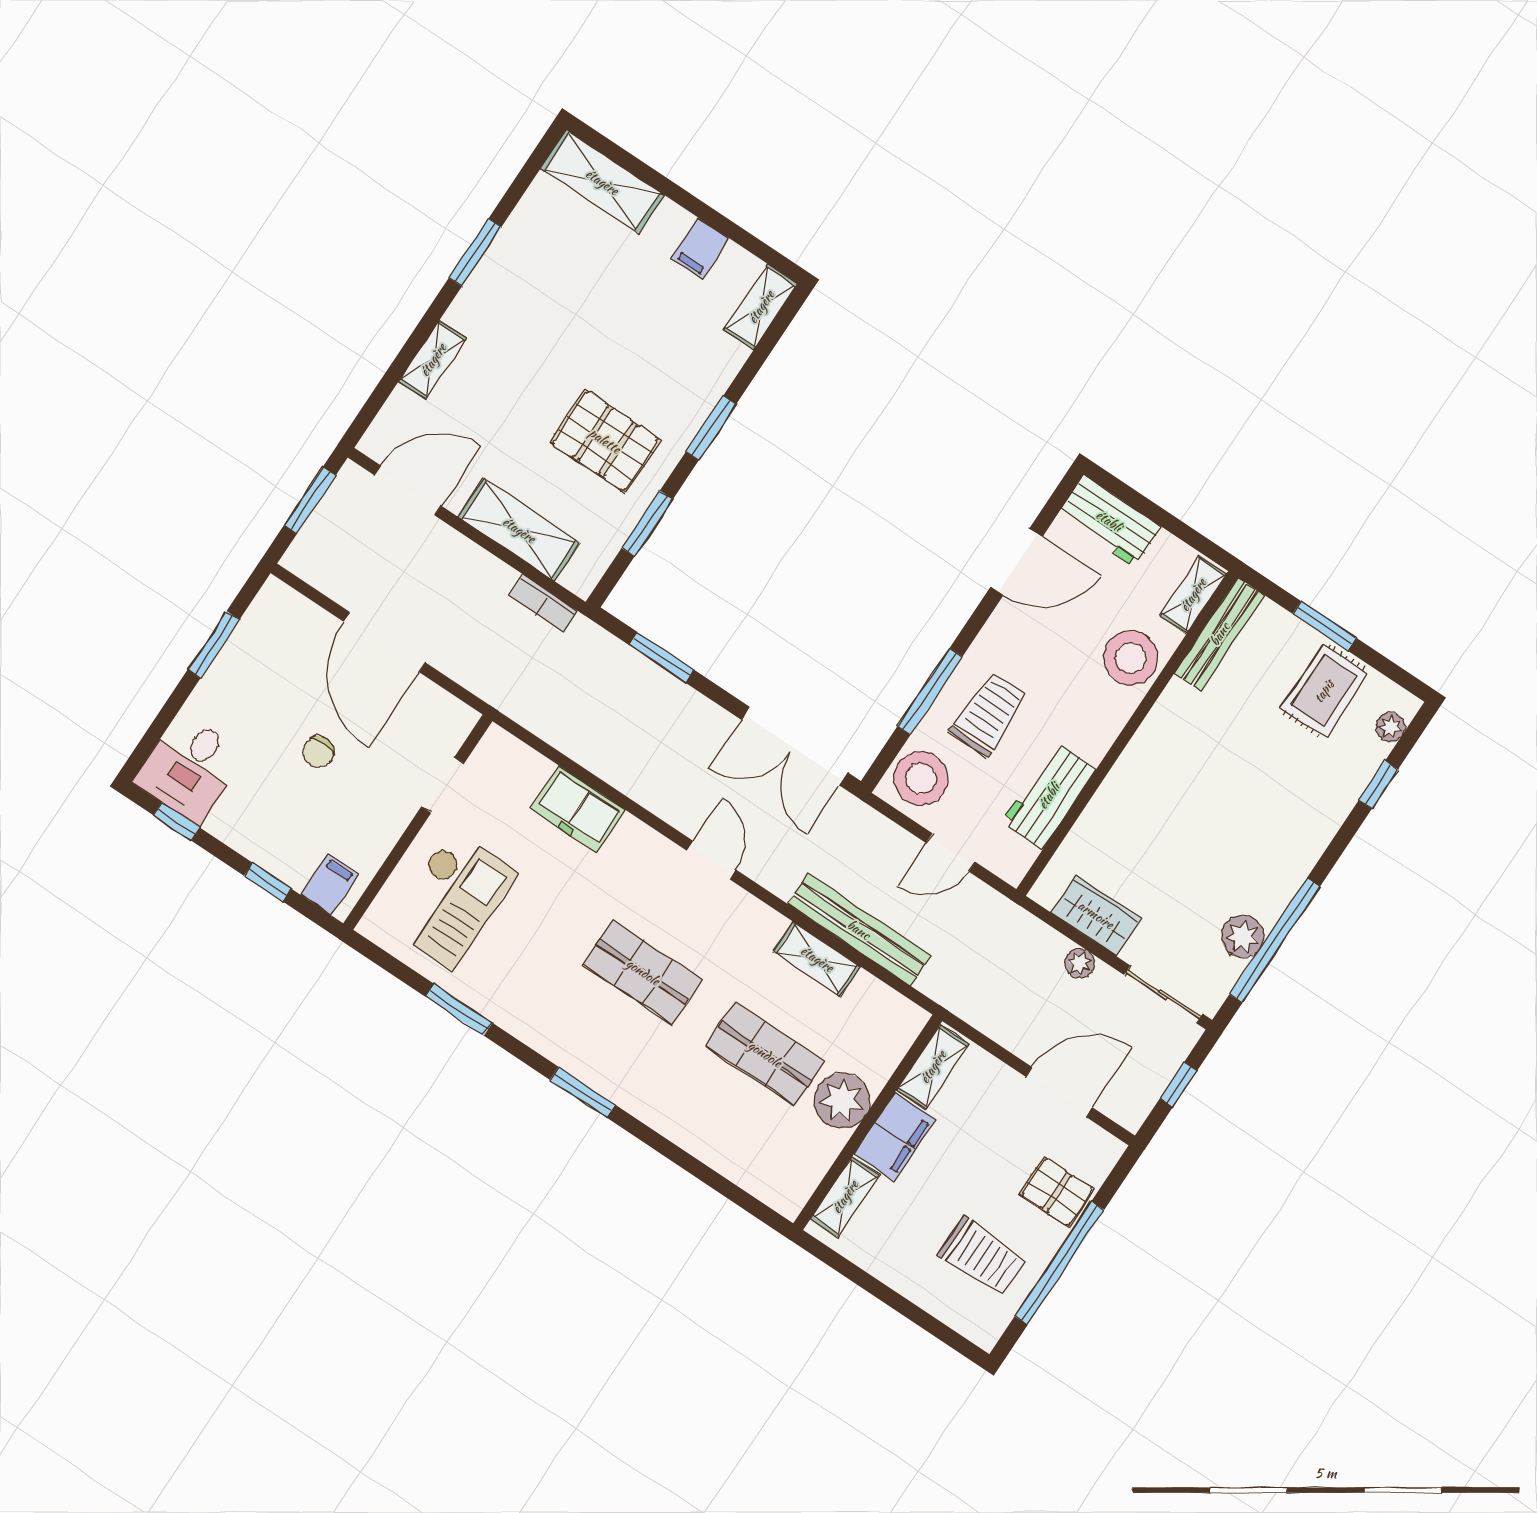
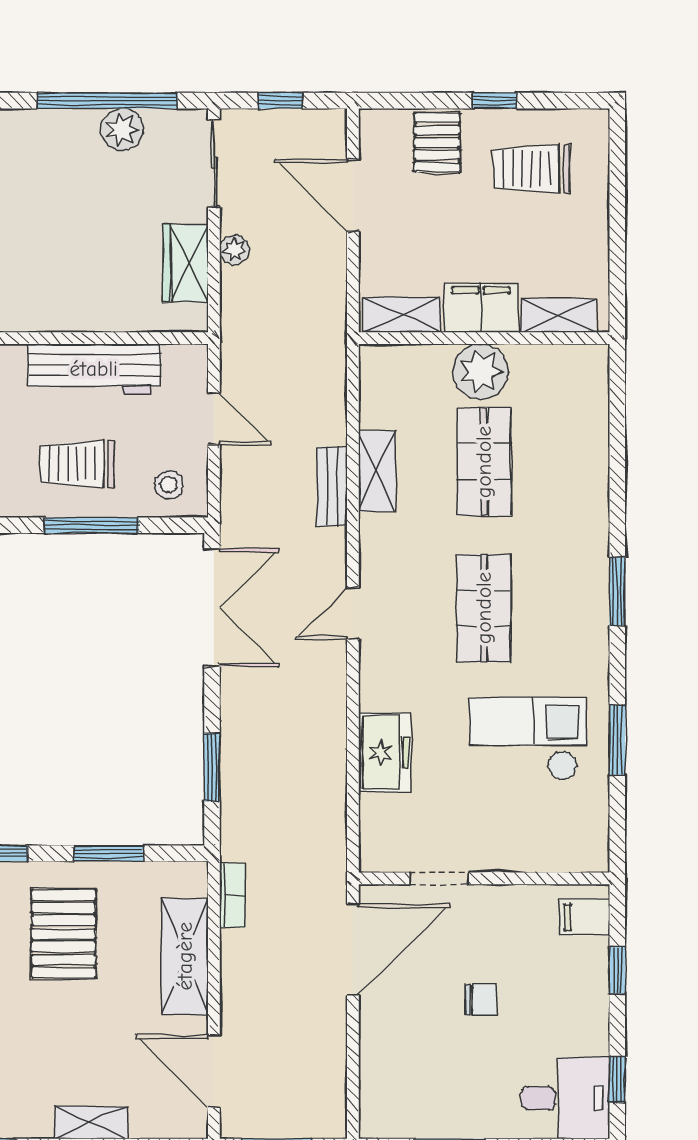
door: (384, 642) -> (353, 949), moved
stool: (921, 778) -> (169, 485), width x0.53, depth x0.53
workbench: (1049, 796) -> (94, 369), width x1.38
checkout: (452, 899) -> (528, 739), moved
bench: (859, 930) -> (332, 486), width x0.54, depth x0.82
trolley: (982, 1256) -> (532, 169), turned -90
window: (1059, 1263) -> (495, 101), width x0.32

